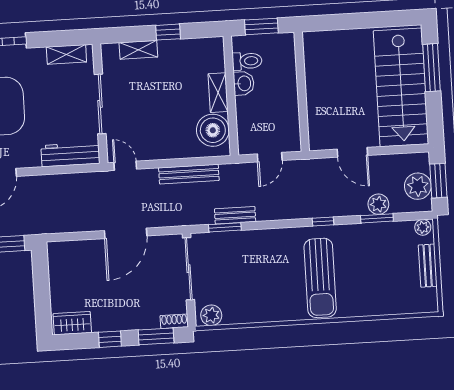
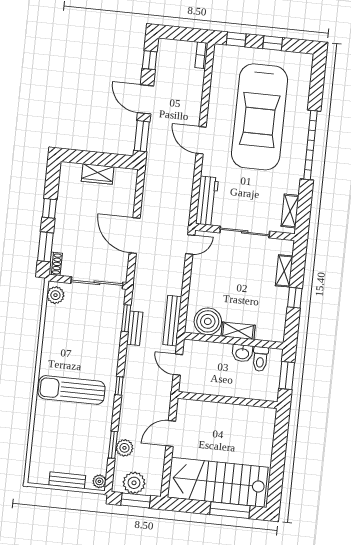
bench: (189, 174) -> (172, 321), moved
window: (323, 222) -> (119, 386), moved
wardrobe: (72, 323) -> (98, 174), moved, turned 90

